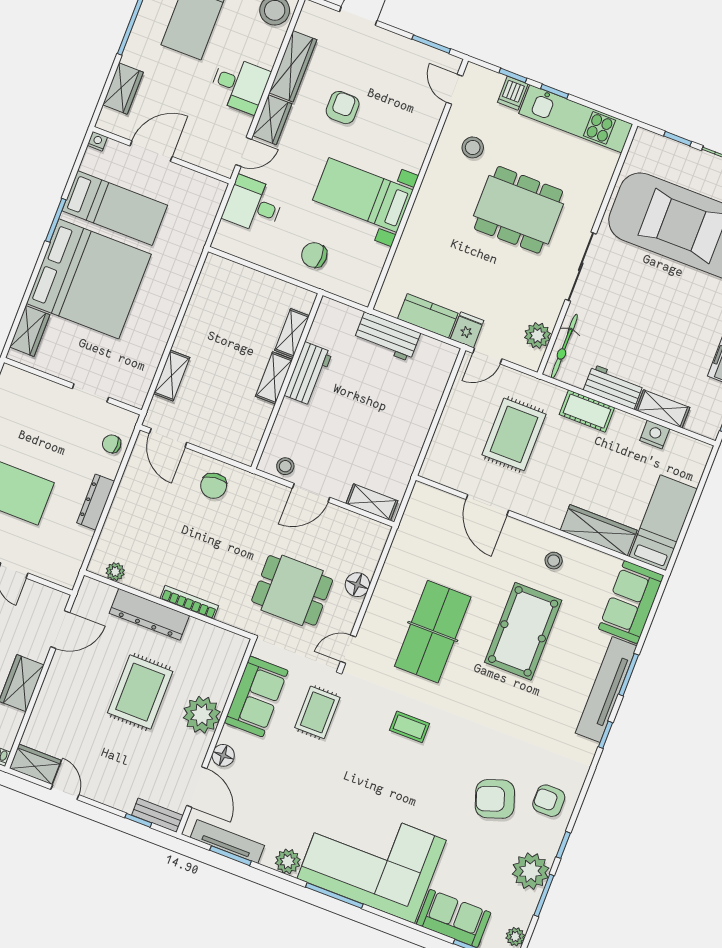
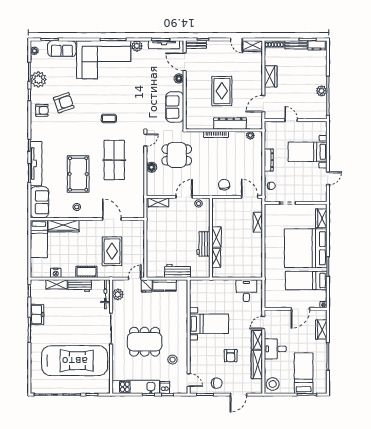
desk: (253, 205) -> (246, 291), moved, turned -90
chair: (314, 255) -> (217, 383), moved
rug: (317, 712) -> (148, 110), removed
plant: (202, 715) -> (194, 91), removed

